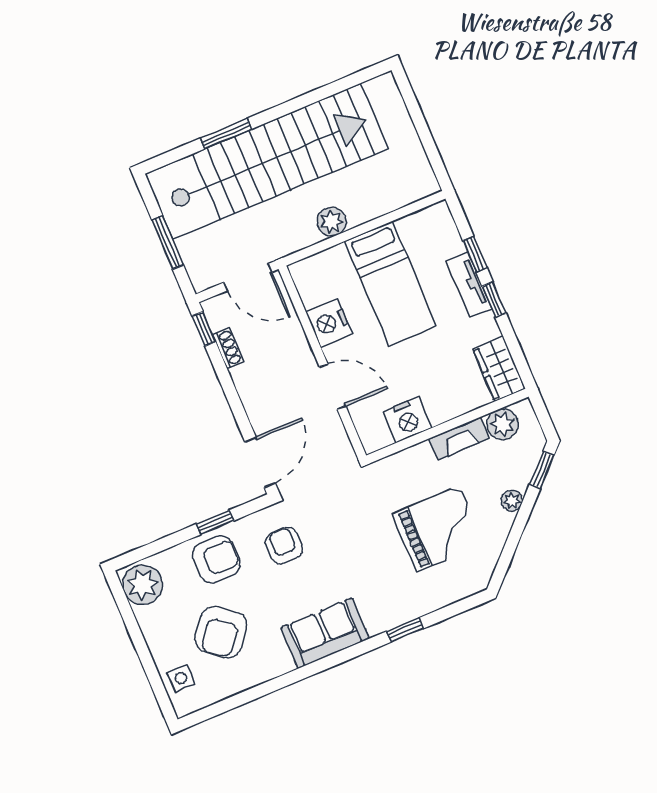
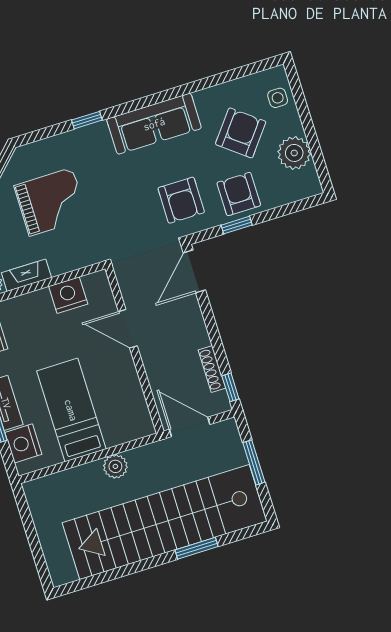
nightstand: (329, 323) -> (23, 443), moved, turned 180
shoe rack: (228, 348) -> (212, 369), width x1.43
grand piano: (438, 529) -> (51, 202), turned 180
armchair: (284, 545) -> (181, 200), width x1.38, depth x1.38
armchair: (216, 559) -> (239, 194), turned 90
plant: (142, 585) -> (294, 153), moved
sofa: (325, 633) -> (154, 124), width x1.36

